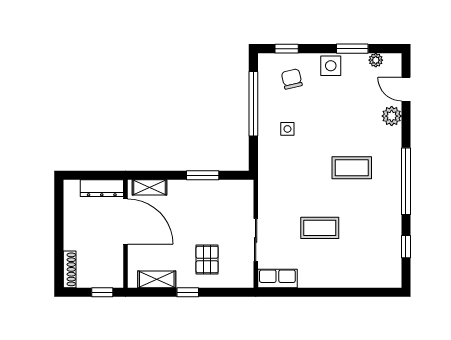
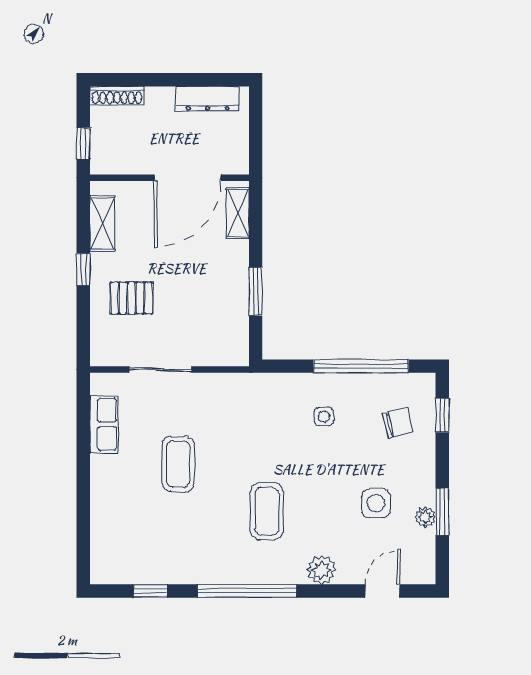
plant: (376, 60) -> (425, 517), moved
side table: (331, 66) -> (376, 503), moved
plant: (392, 116) -> (321, 570), moved
dresser: (102, 188) -> (208, 99), moved, turned -90
row of seats: (277, 278) -> (104, 424), moved

